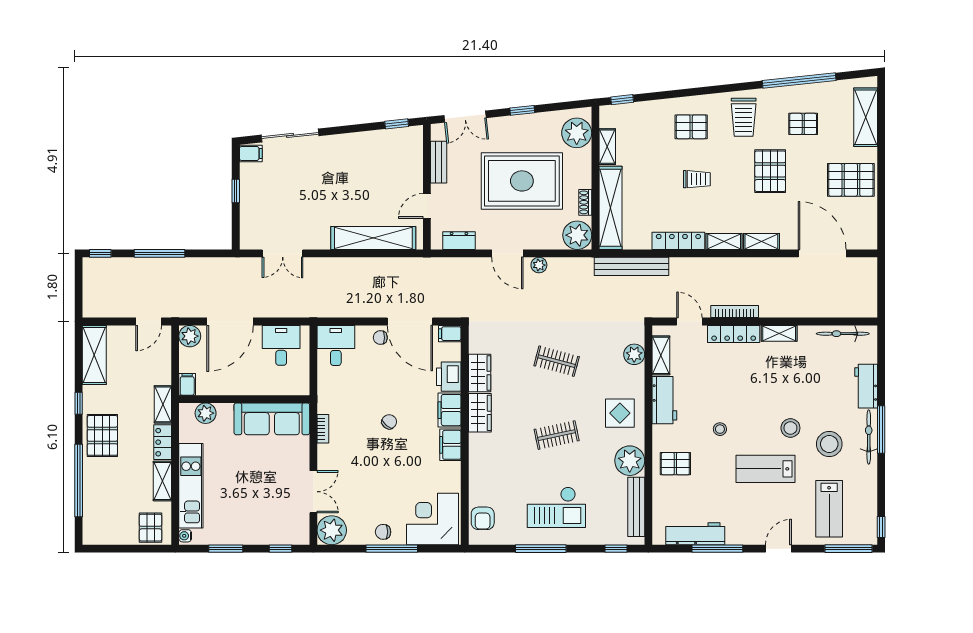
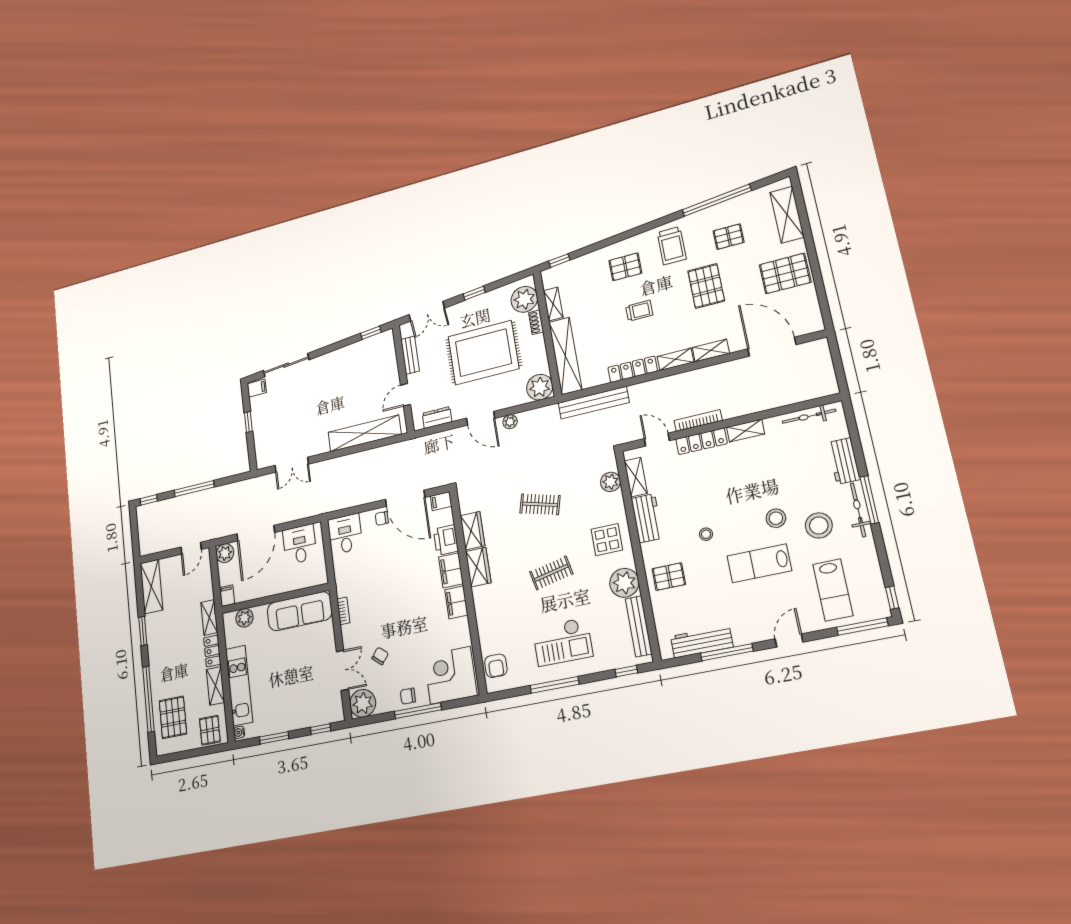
shoe rack: (585, 202) -> (536, 322), moved
window: (79, 403) -> (143, 631), width x1.50
chair: (389, 422) -> (380, 656), moved
pallet: (102, 435) -> (173, 717), moved

